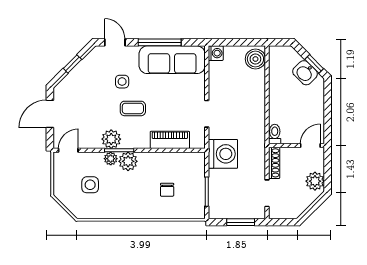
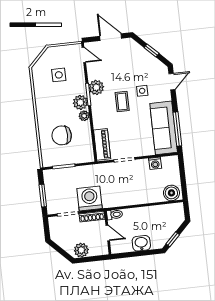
window: (160, 42) -> (177, 129), moved
washing machine: (216, 53) -> (155, 163), moved
washbasin: (305, 73) -> (141, 243), moved, turned 45
piano: (170, 140) -> (102, 144), moved
door: (310, 145) -> (108, 233), moved
washing machine: (223, 154) -> (90, 199), moved, turned 180
plant: (111, 159) -> (84, 116), moved
chair: (167, 190) -> (62, 135), width x1.87, depth x1.87

